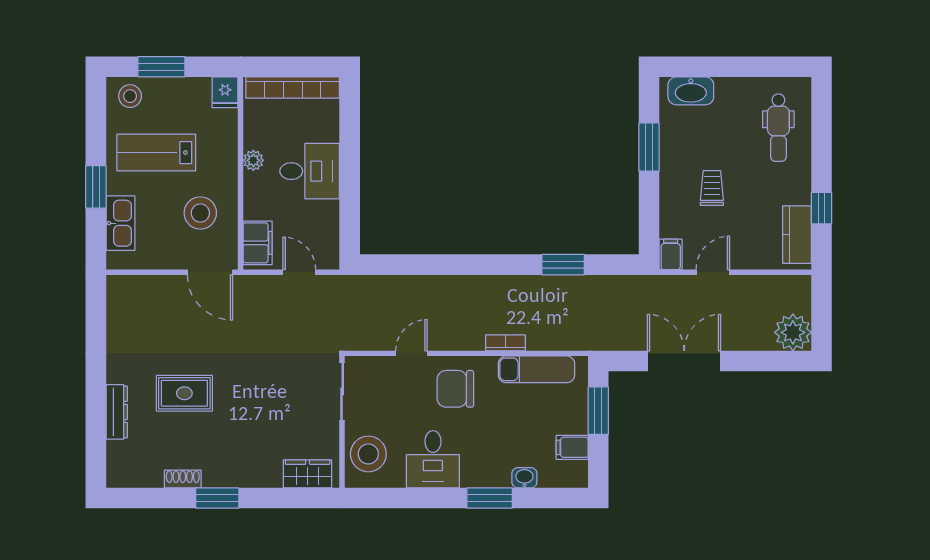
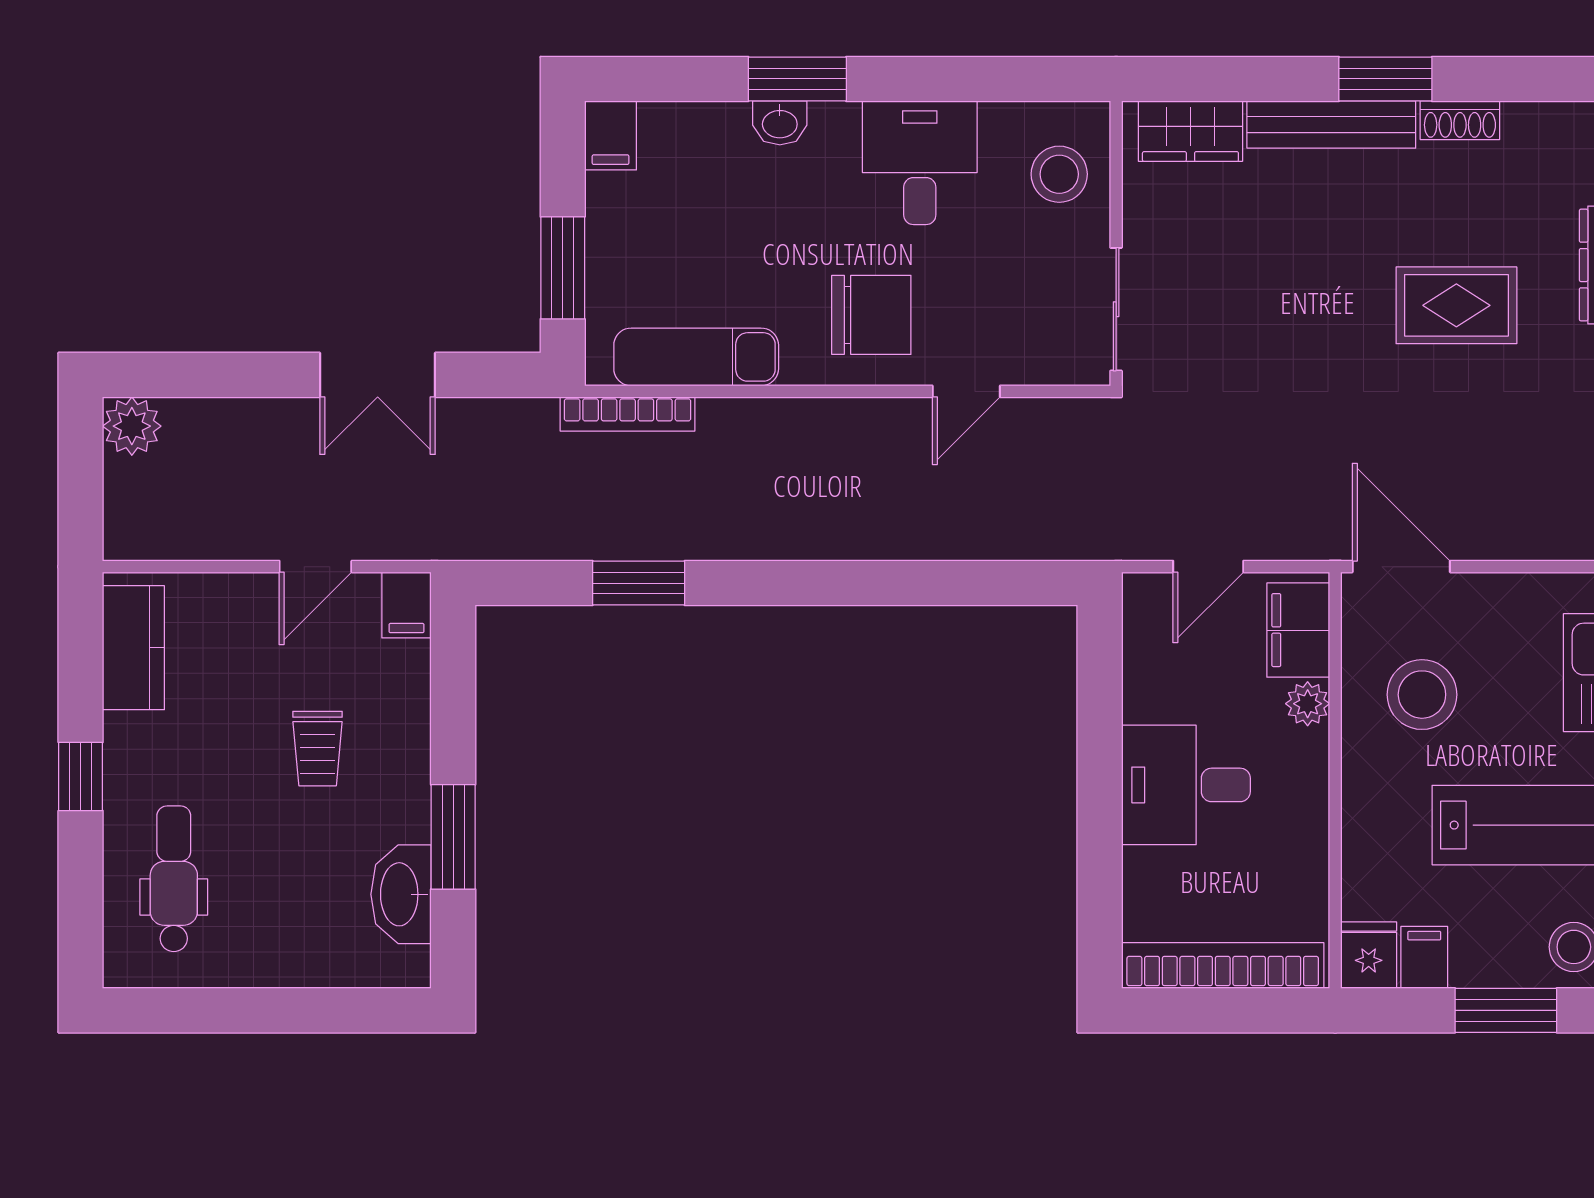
filing cabinet: (199, 91) -> (1424, 957), added
washbasin: (691, 91) -> (401, 894), moved, turned -90
plant: (253, 160) -> (1308, 704), moved
window: (822, 208) -> (81, 777), moved
door: (299, 272) -> (1208, 567), hinge flipped
plant: (793, 332) -> (132, 426), width x0.73, depth x0.73
bookcase: (505, 343) -> (628, 414), moved, width x1.56
double door: (684, 361) -> (378, 375), width x0.73
filing cabinet: (572, 447) -> (611, 135), moved, turned 90
stool: (368, 454) -> (1059, 174), width x0.73, depth x0.73
bench: (242, 477) -> (1331, 125), added
washbasin: (524, 478) -> (780, 123), moved

